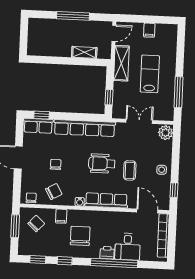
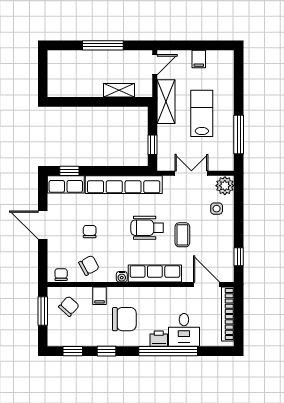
side table: (162, 170) -> (217, 209), moved
chair: (80, 236) -> (124, 319), turned 90

